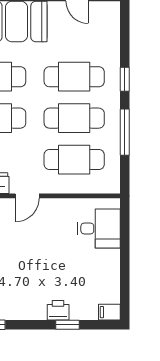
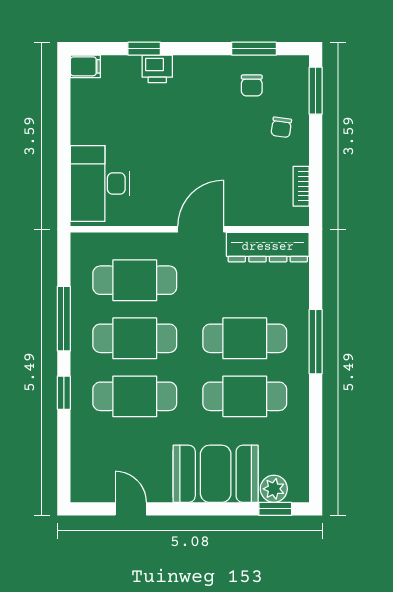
door: (27, 196) -> (201, 229), width x1.38
desk: (99, 229) -> (100, 184), width x1.37

